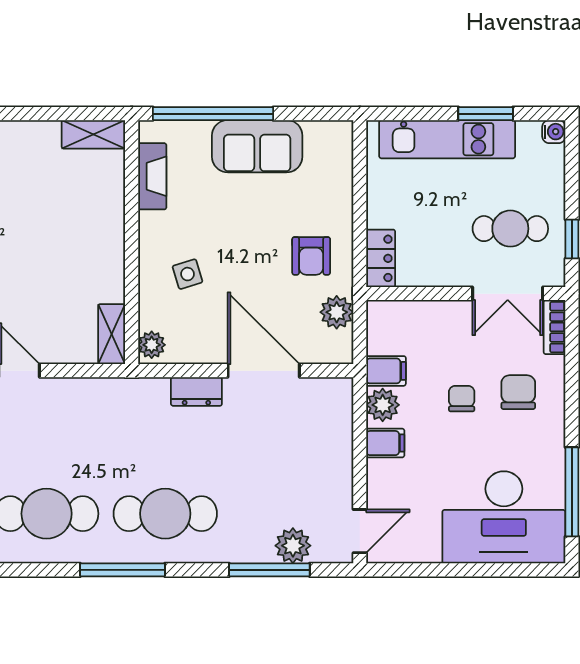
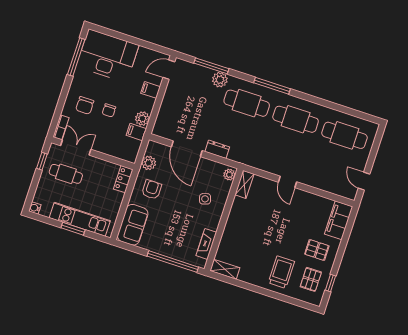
window: (486, 114) -> (73, 229), moved
sofa: (257, 146) -> (133, 225), moved, turned 90
filing cabinet: (385, 443) -> (151, 90), moved
plant: (293, 546) -> (220, 80), moved

